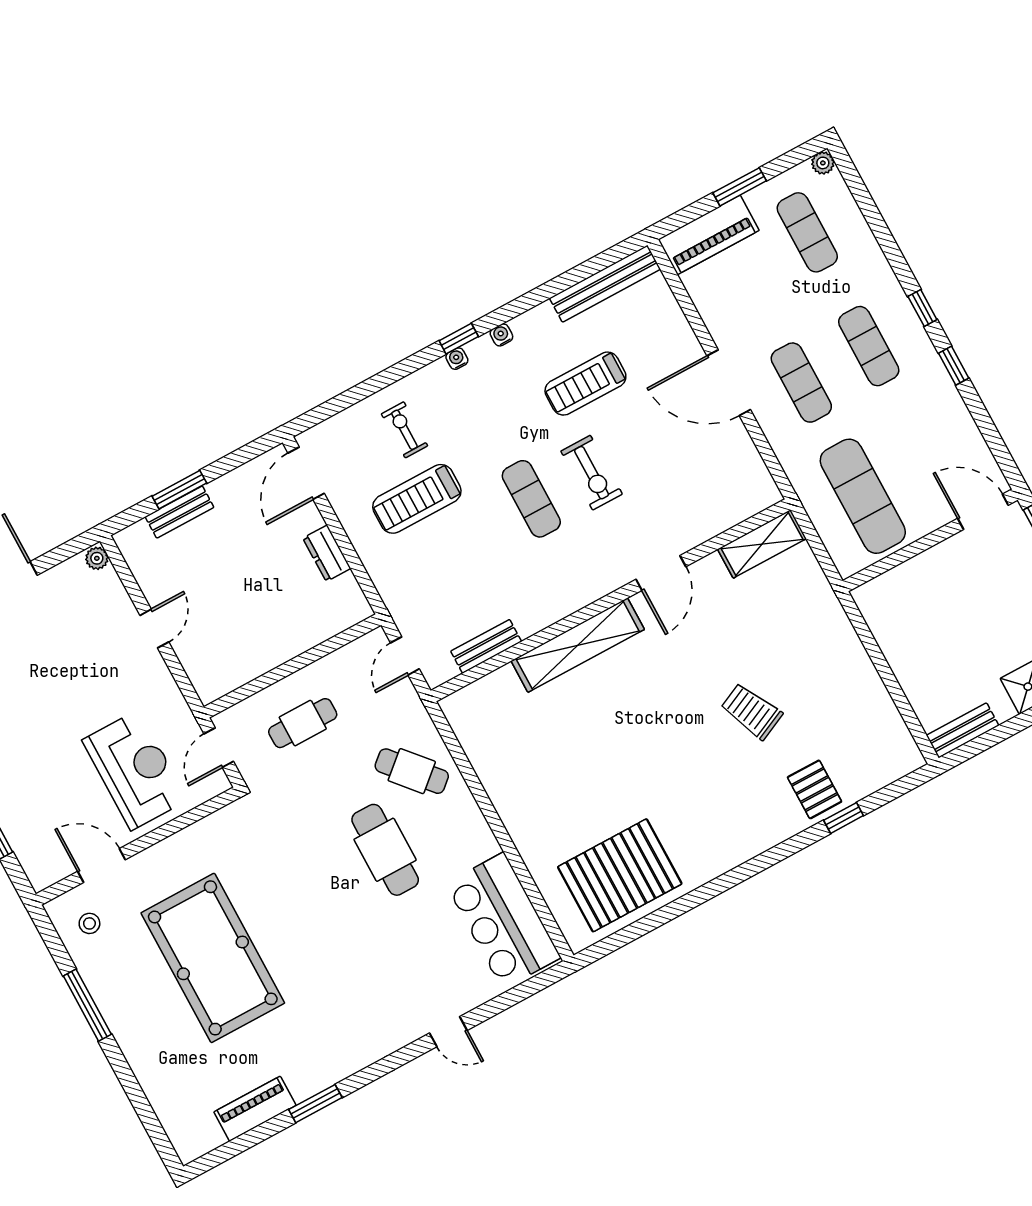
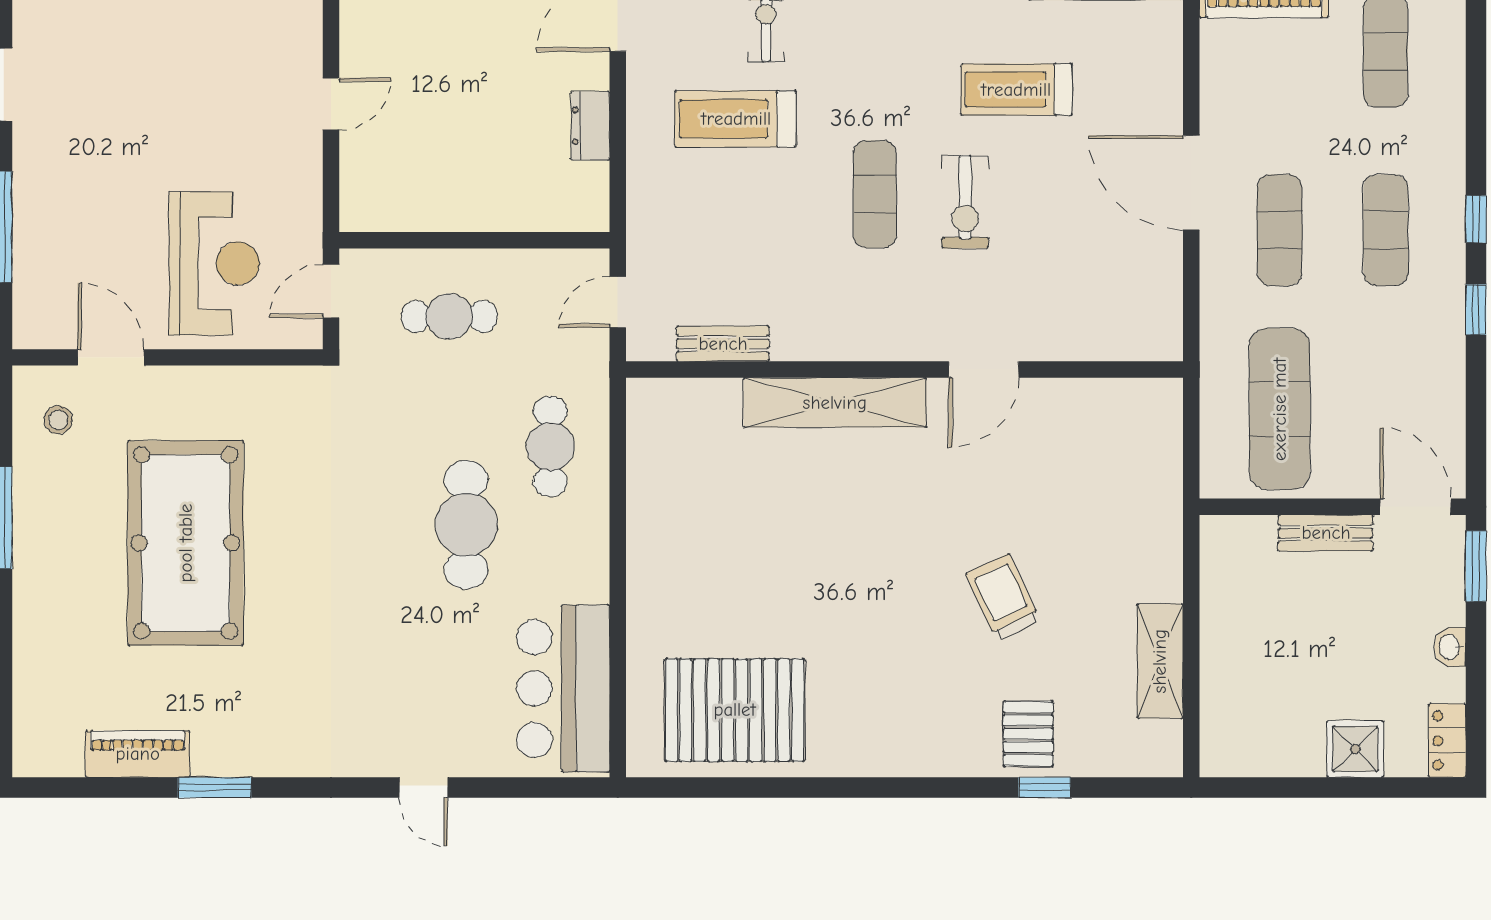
shelving: (762, 544) -> (1160, 661), moved, turned 90
bench: (962, 730) -> (1326, 533), moved
cafe table: (412, 771) -> (550, 447), turned 41

